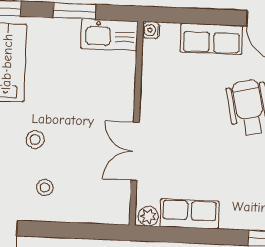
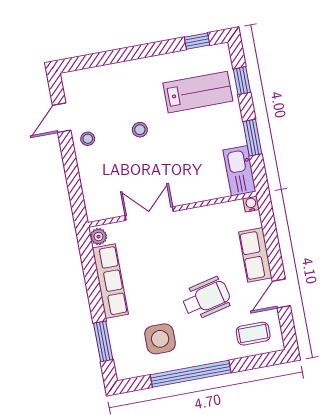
stool: (45, 187) -> (88, 139), moved
row of seats: (189, 214) -> (110, 281), width x1.48

